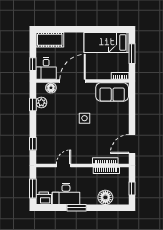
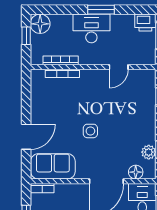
door: (132, 144) -> (26, 137), moved
desk: (66, 194) -> (91, 28), moved
floor lamp: (105, 197) -> (40, 24), moved

